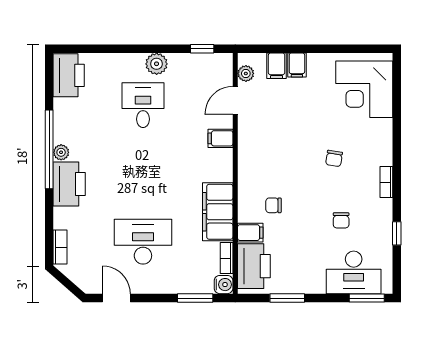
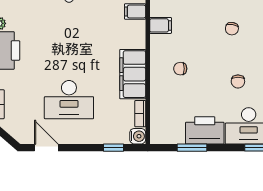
filing cabinet: (250, 233) -> (161, 25), moved
desk: (143, 242) -> (69, 100), turned 180
printer: (254, 266) -> (205, 130), moved, turned -90
window: (195, 298) -> (113, 148), width x0.67

